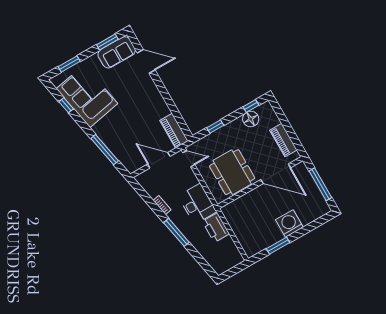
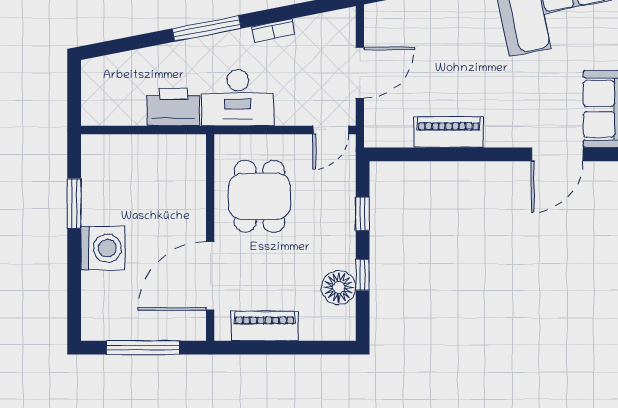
window: (251, 106) -> (363, 275), moved
piano: (174, 131) -> (449, 132), moved
dining table: (232, 172) -> (259, 196), width x0.73

